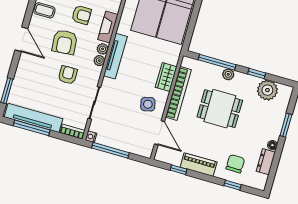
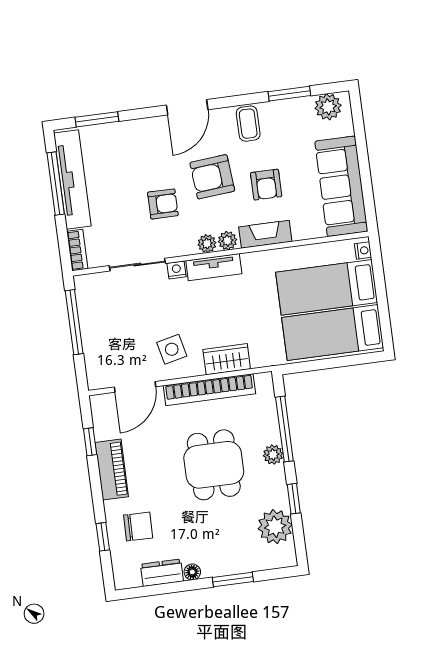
tv unit: (115, 56) -> (214, 267), width x0.71
nightstand: (91, 137) -> (176, 270), moved

